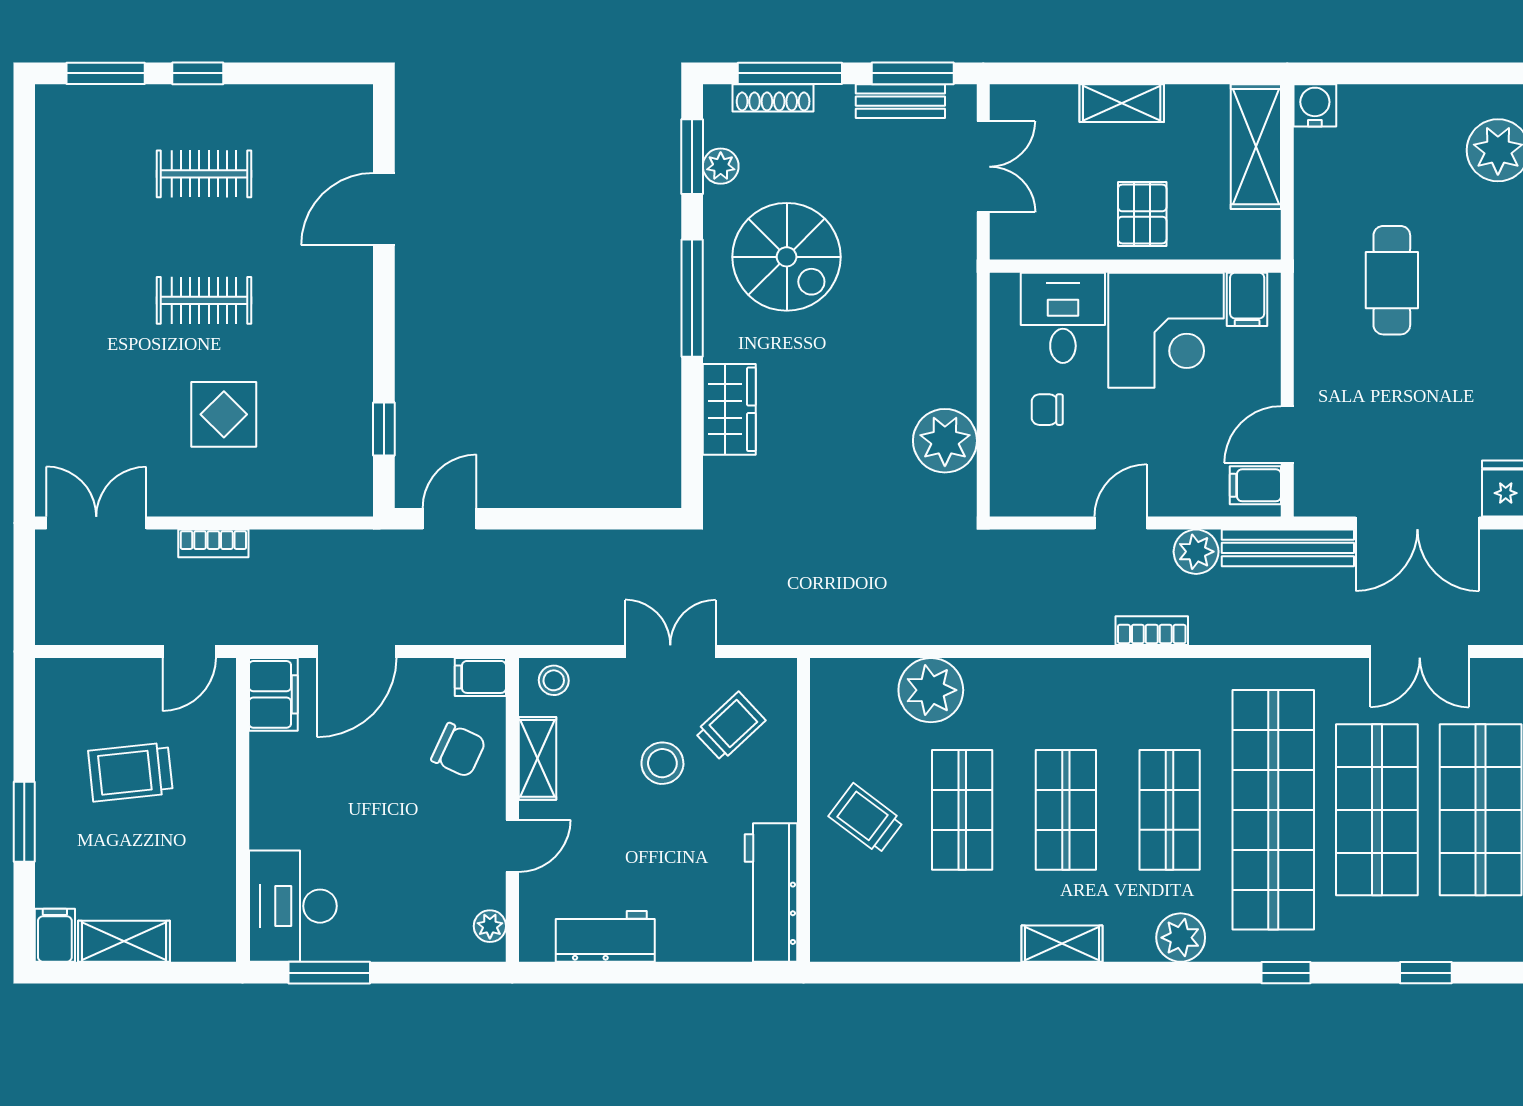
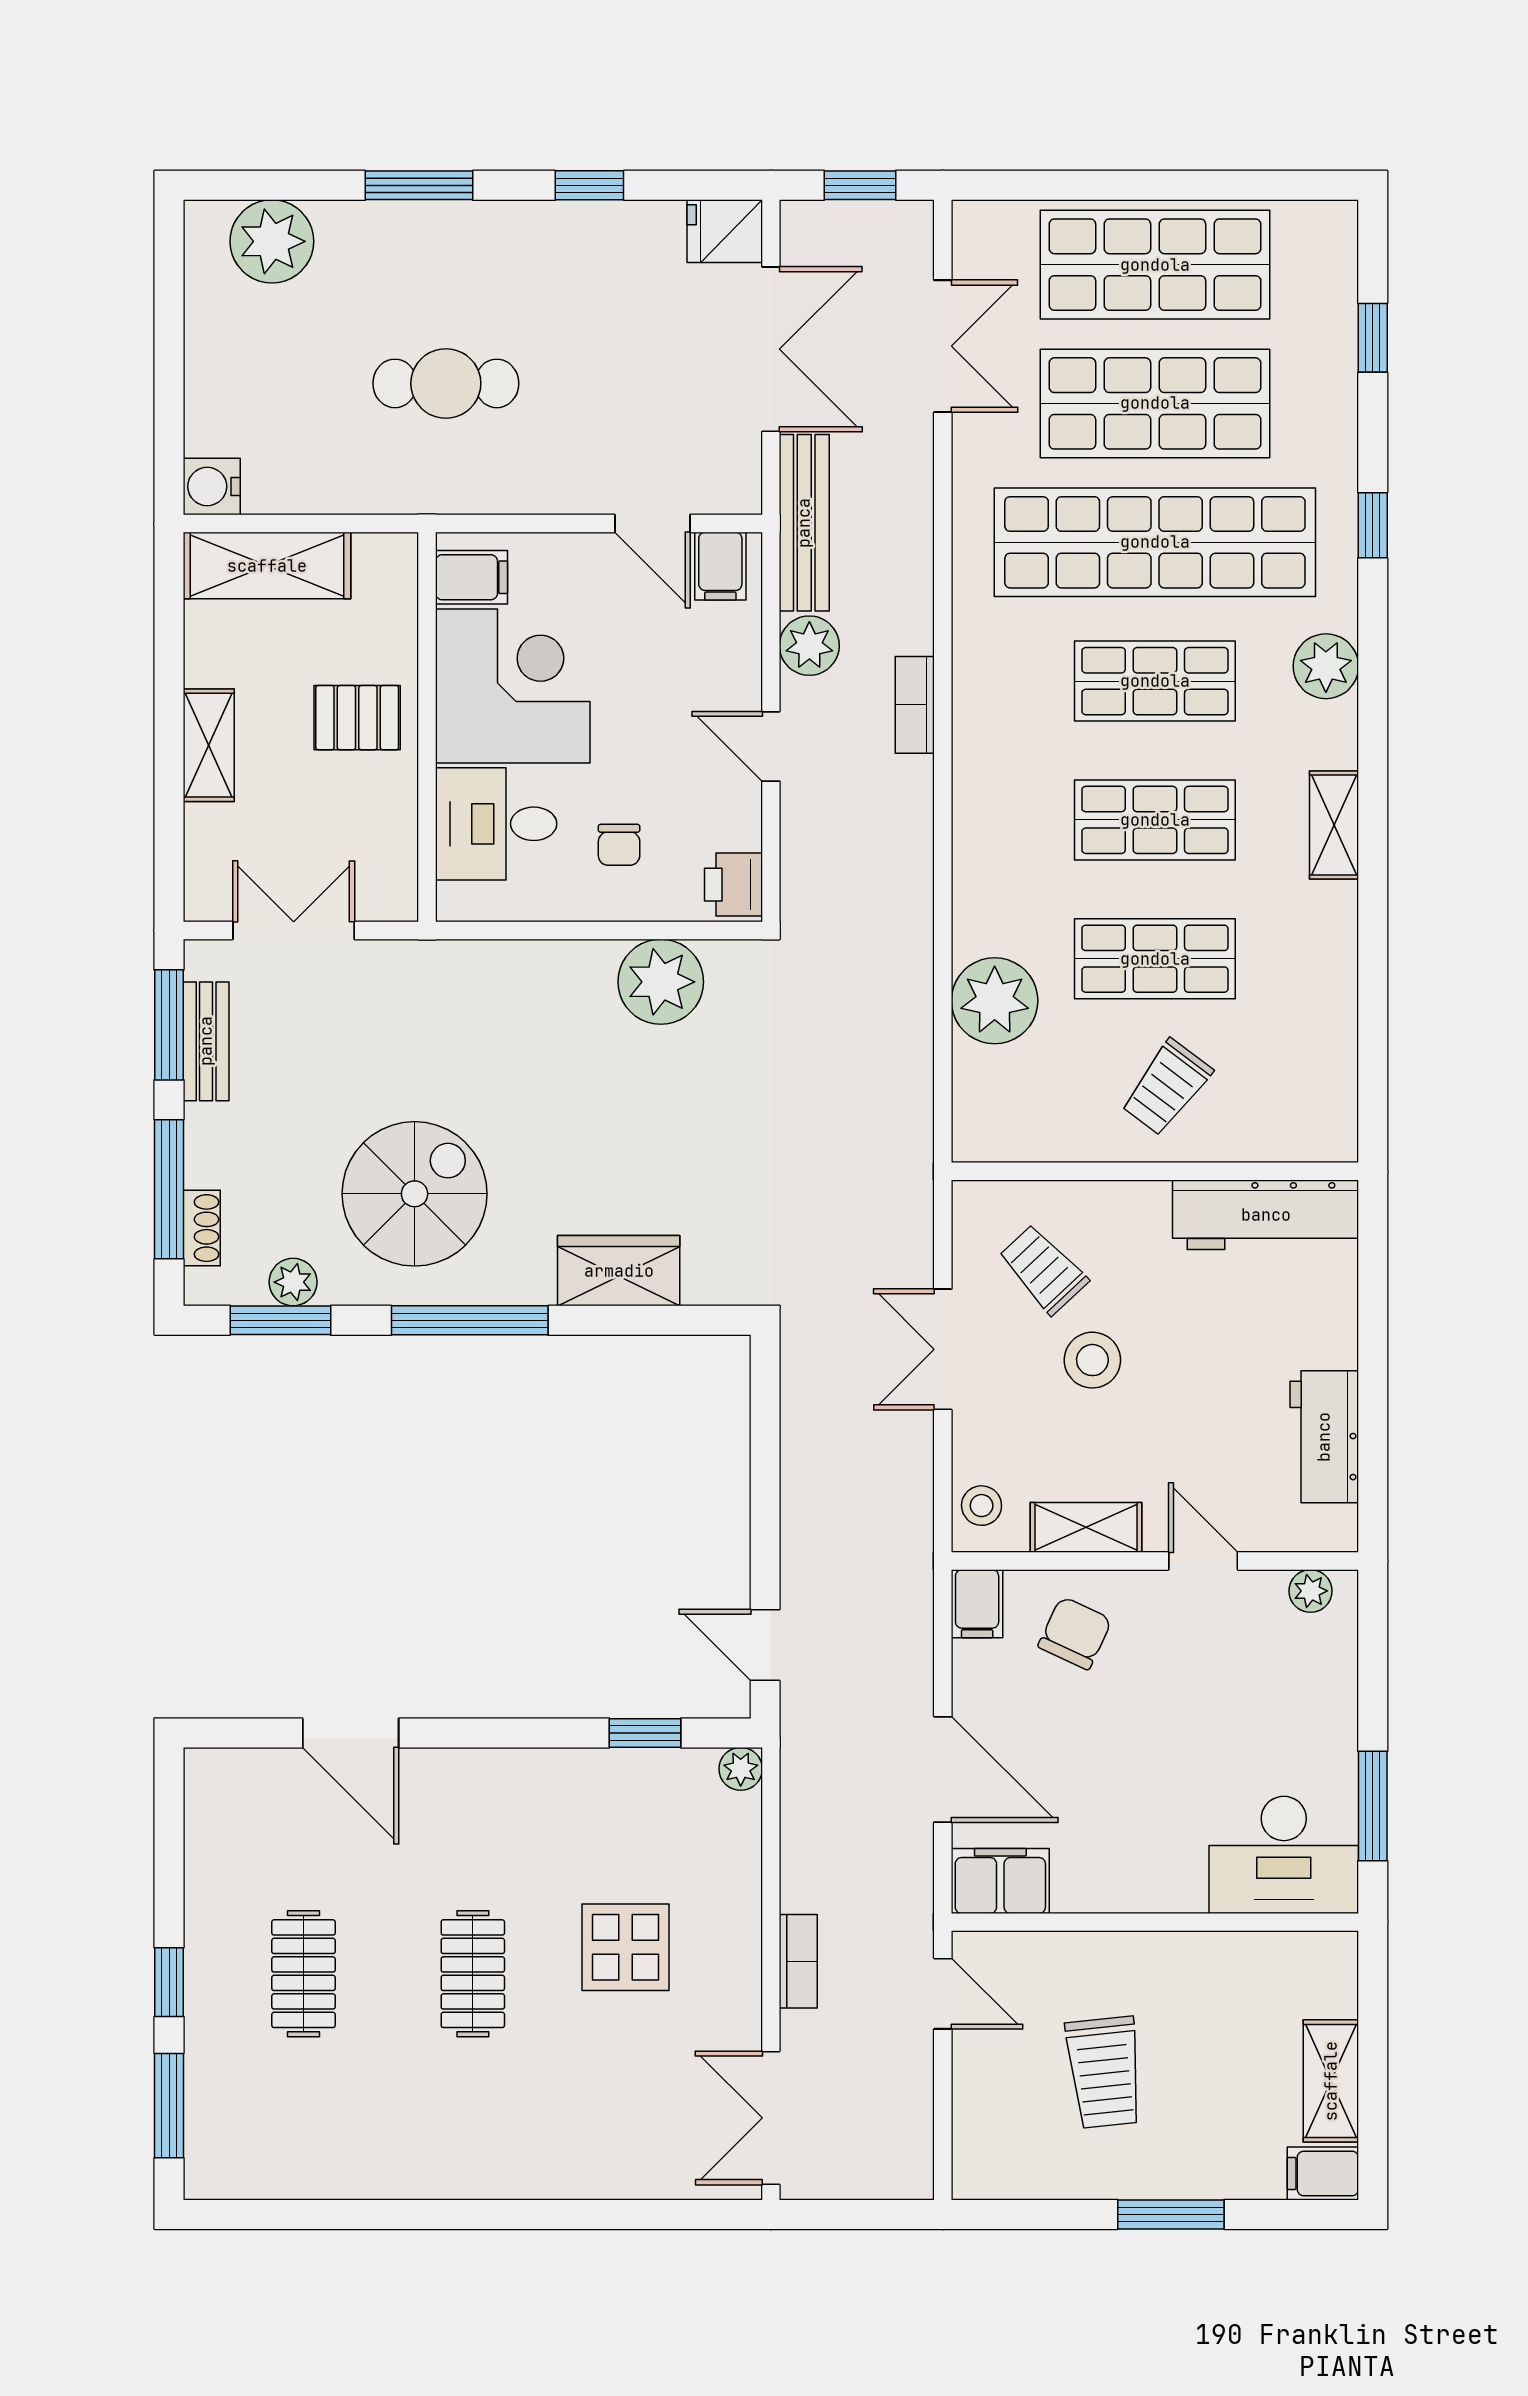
shoe rack: (773, 98) -> (202, 1228), width x0.70
printer: (1018, 495) -> (733, 885), added
plant: (357, 500) -> (741, 1769), added

